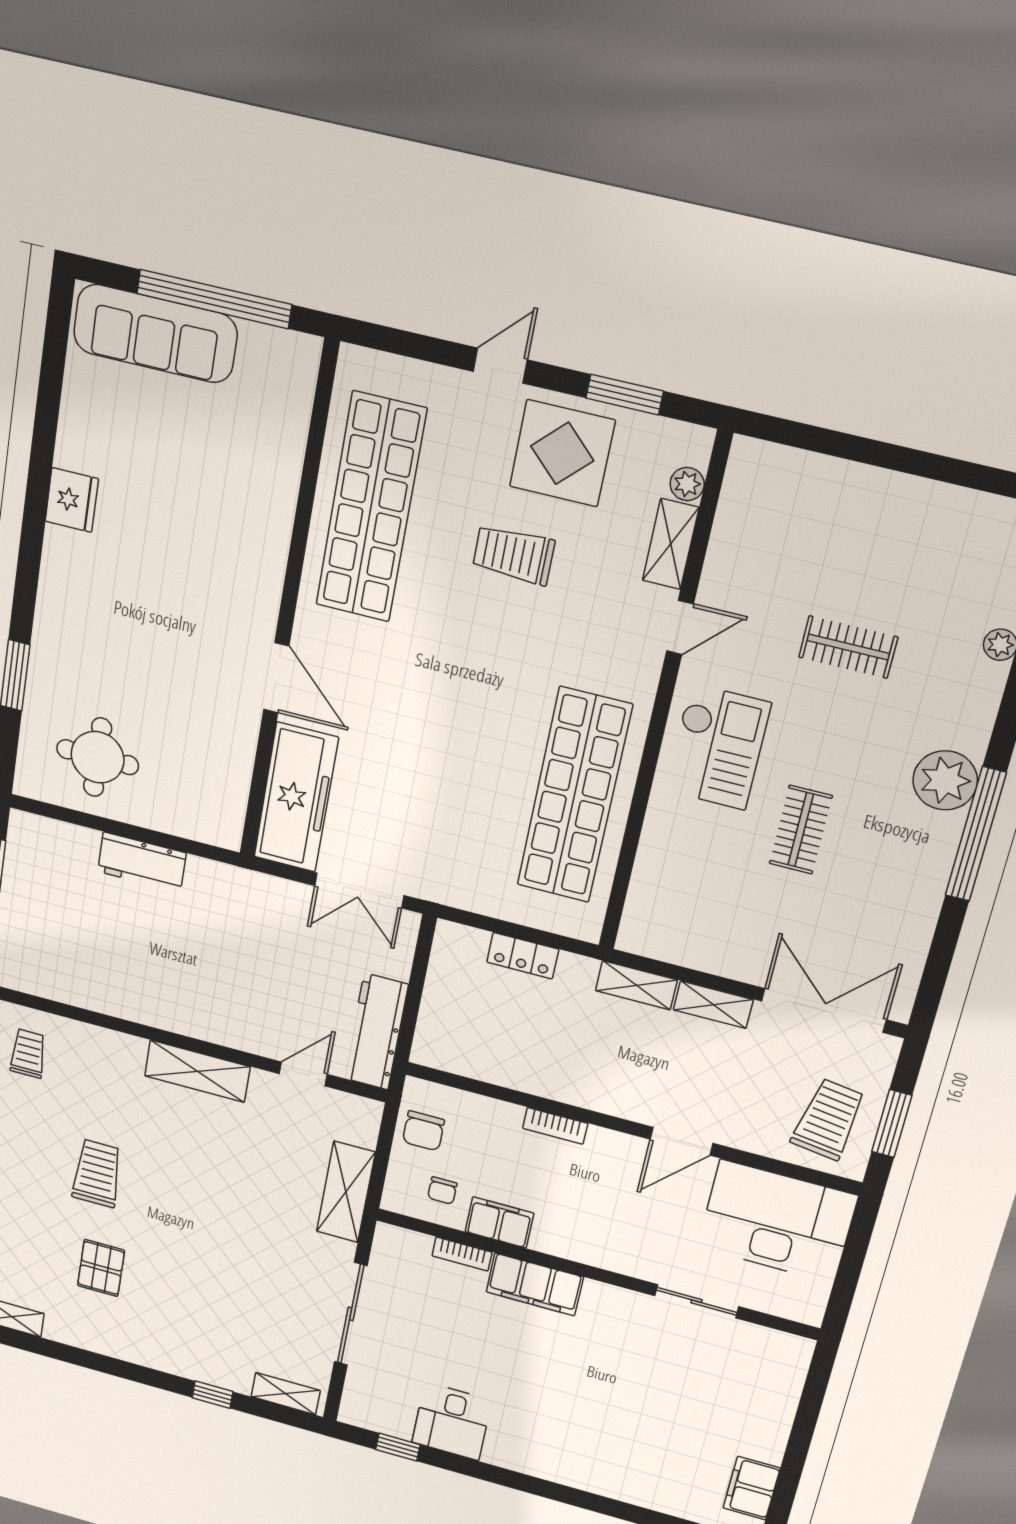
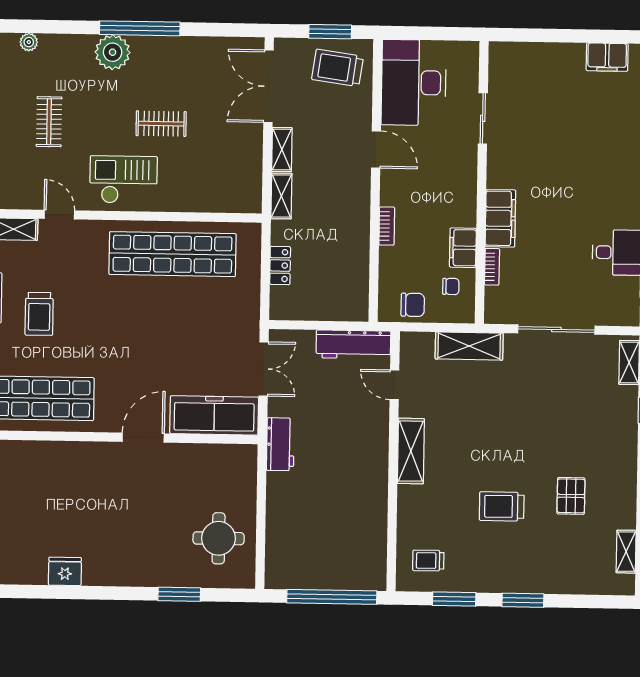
workbench: (142, 862) -> (280, 444), moved
pallet: (101, 1268) -> (571, 496), turned 90

